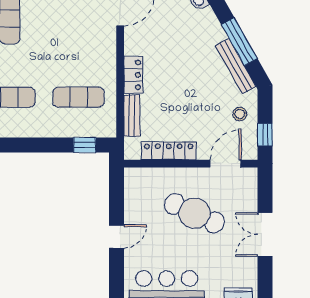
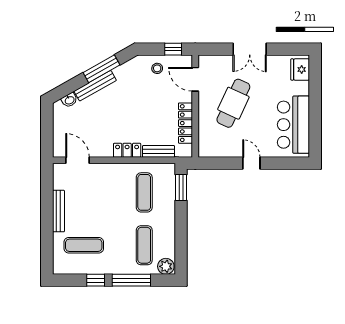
bench: (236, 66) -> (95, 86), moved
window: (85, 145) -> (181, 188), width x1.50

